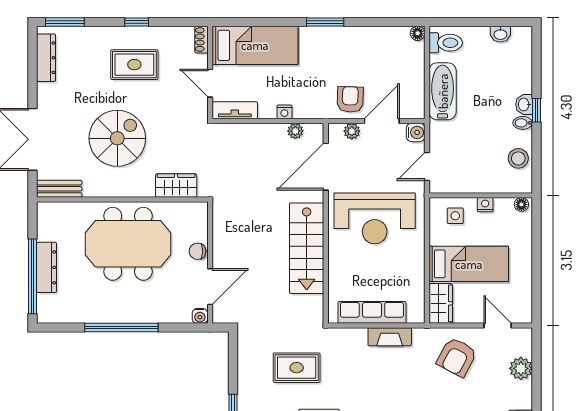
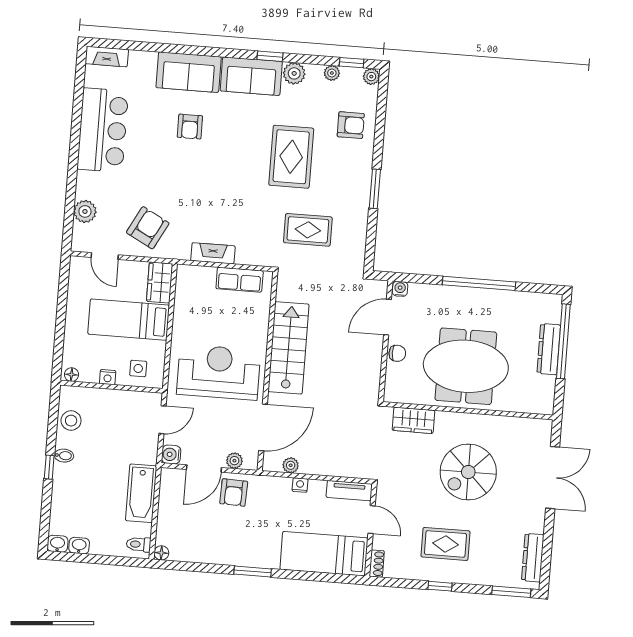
toilet: (446, 43) -> (139, 544), width x0.73, depth x0.72
washbasin: (524, 104) -> (57, 544), moved, turned -90
bench: (59, 189) -> (530, 426), removed
row of seats: (372, 312) -> (240, 280), width x0.68

